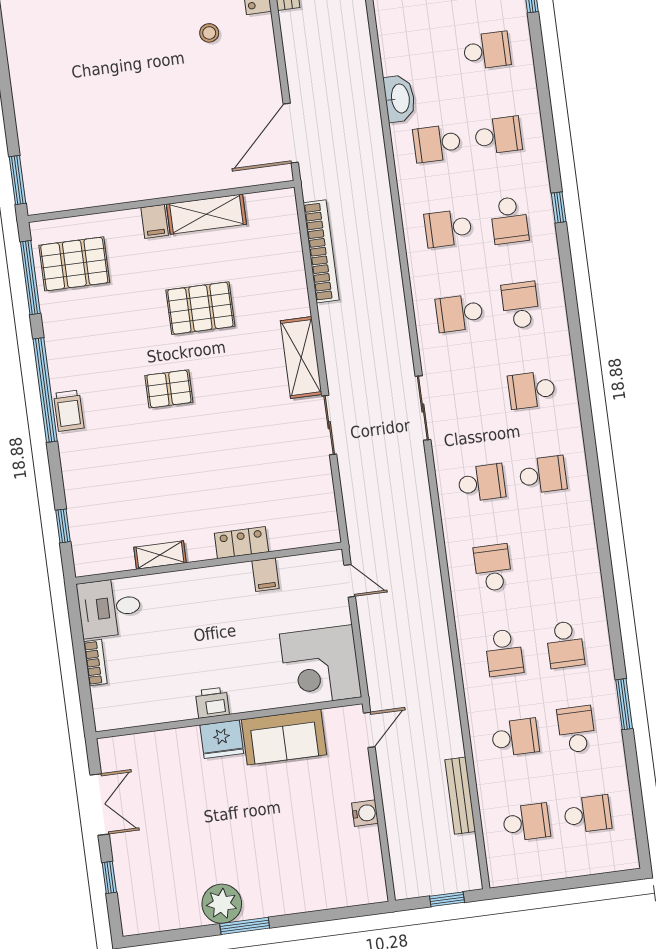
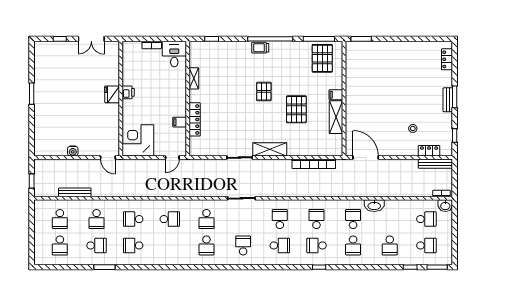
locker: (241, 543) -> (195, 119), width x1.53
sofa: (284, 737) -> (110, 121), removed
plant: (222, 904) -> (42, 85), removed

